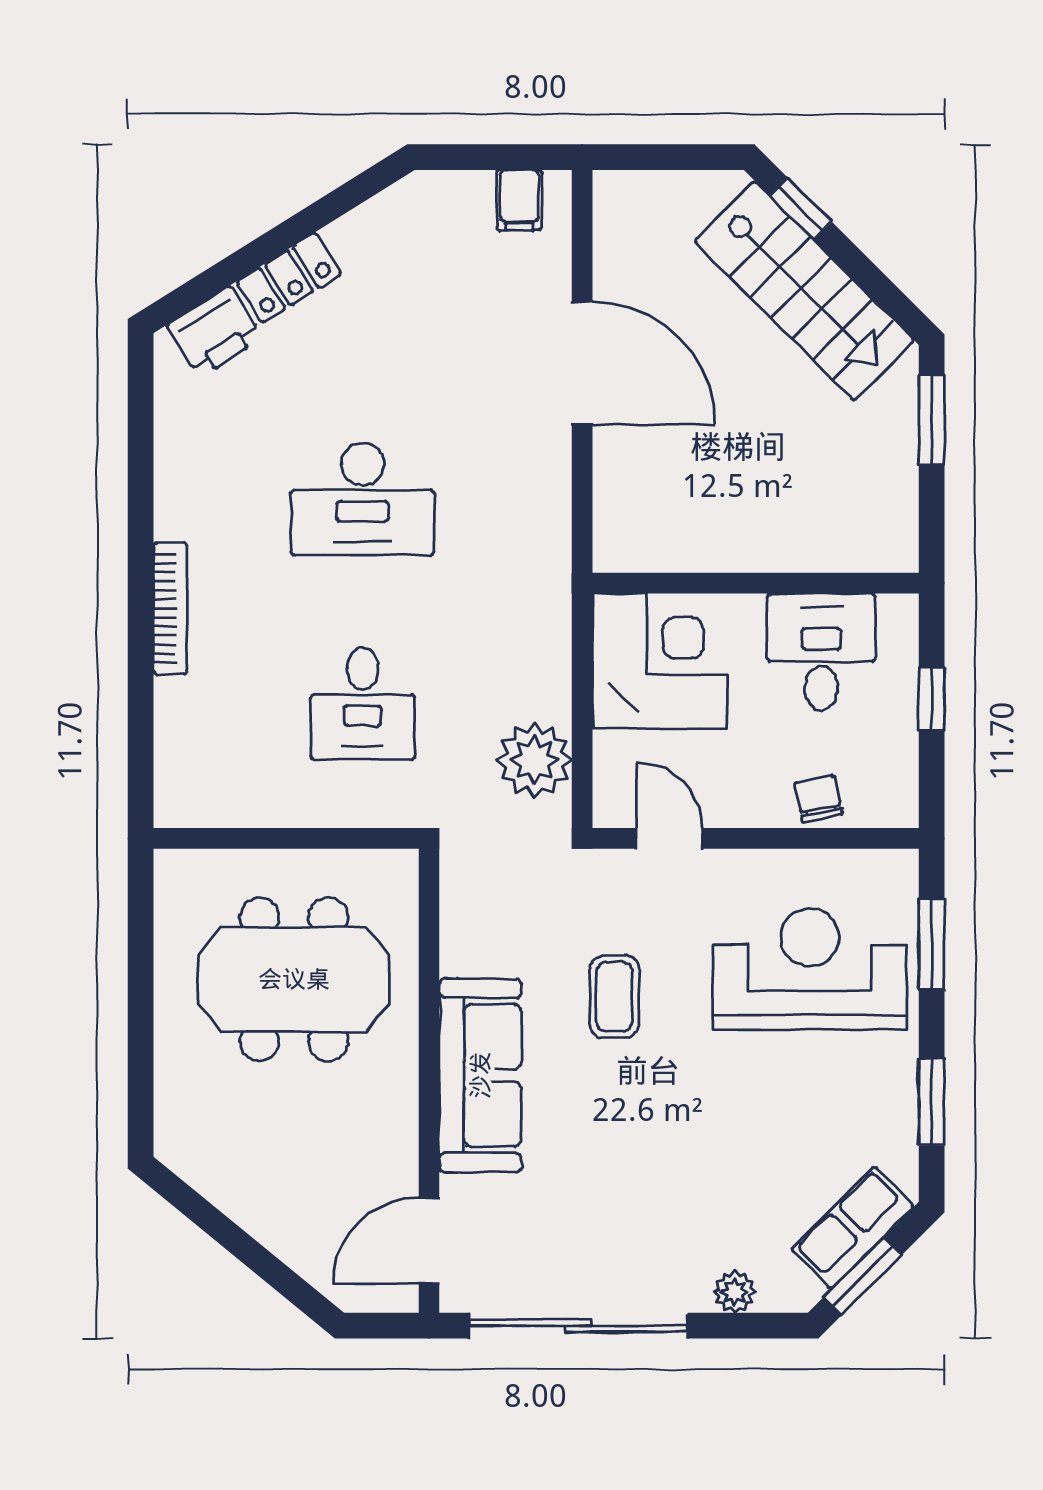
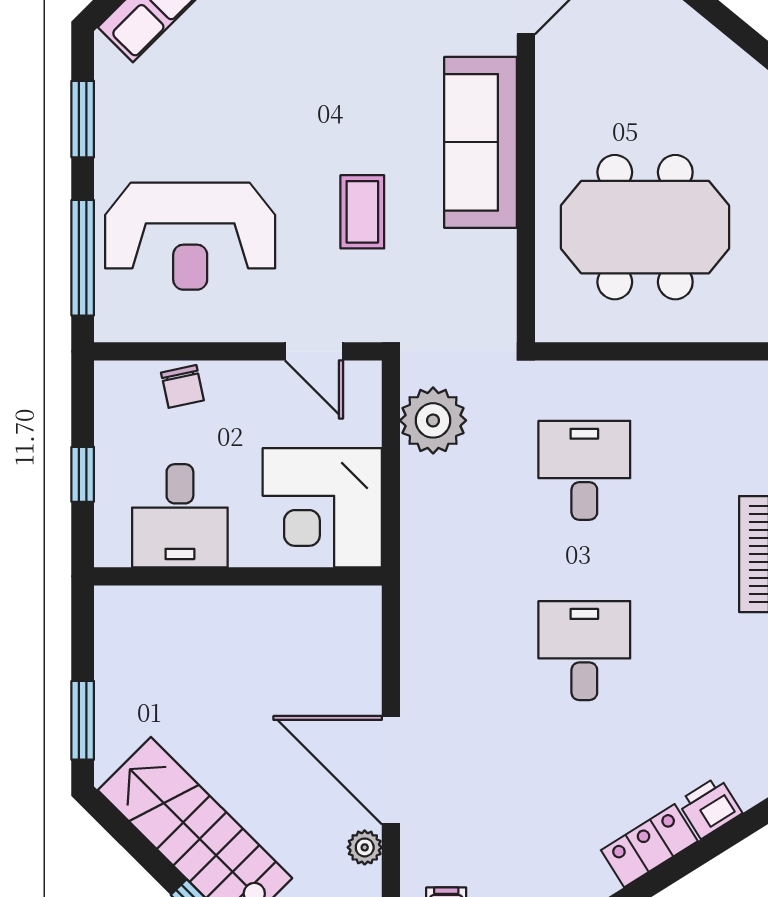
plant: (612, 276) -> (365, 847), added
printer: (215, 332) -> (710, 807), width x0.73, depth x0.81
desk: (363, 499) -> (584, 651), width x0.73
window: (932, 945) -> (83, 258), width x1.44

